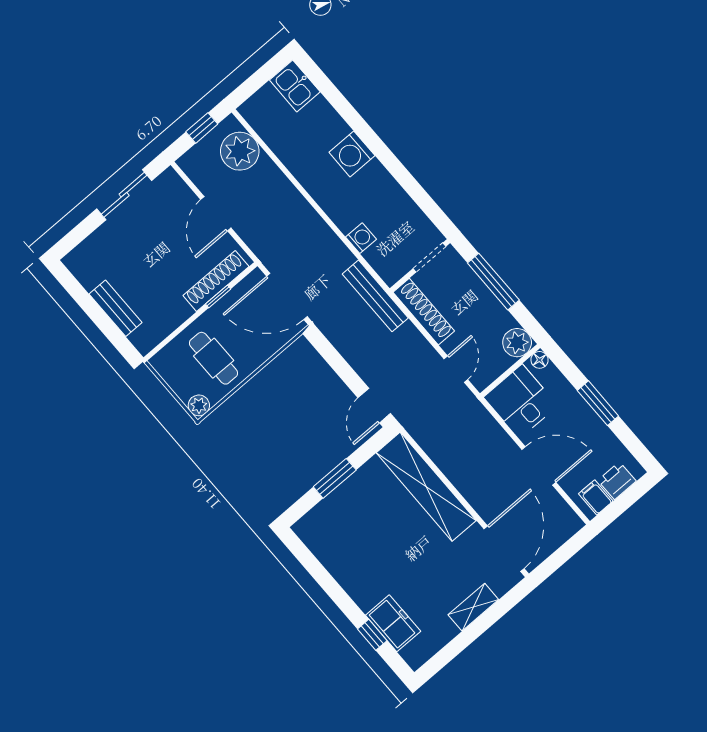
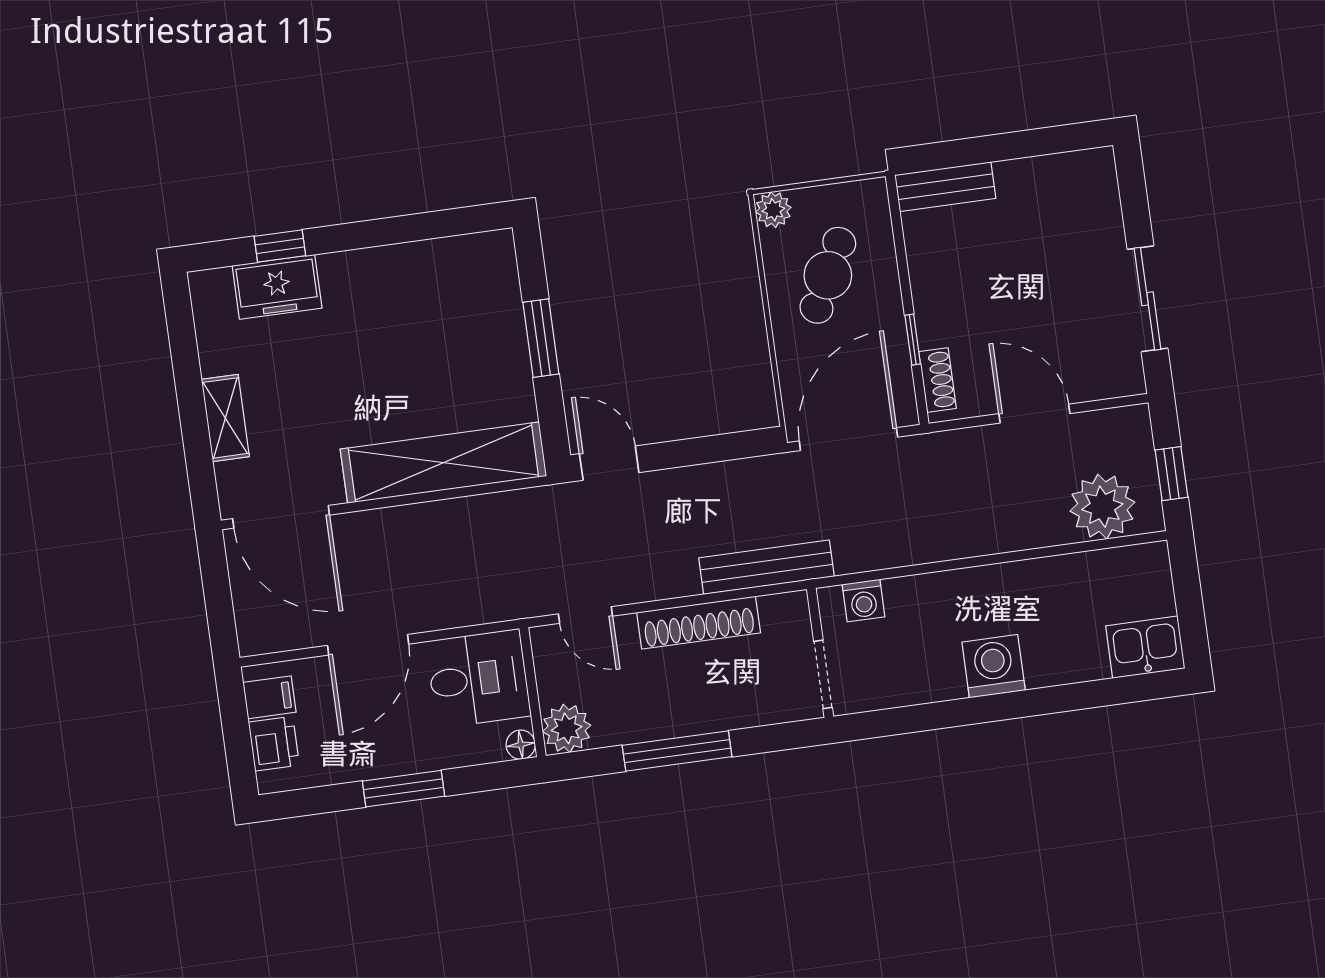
doorway: (429, 257) -> (823, 674), moved
wall: (420, 266) -> (820, 653), moved
shoe rack: (216, 281) -> (938, 380), width x0.51, depth x0.81
bench: (116, 308) -> (945, 187), moved
cafe table: (214, 358) -> (828, 275), turned -63

